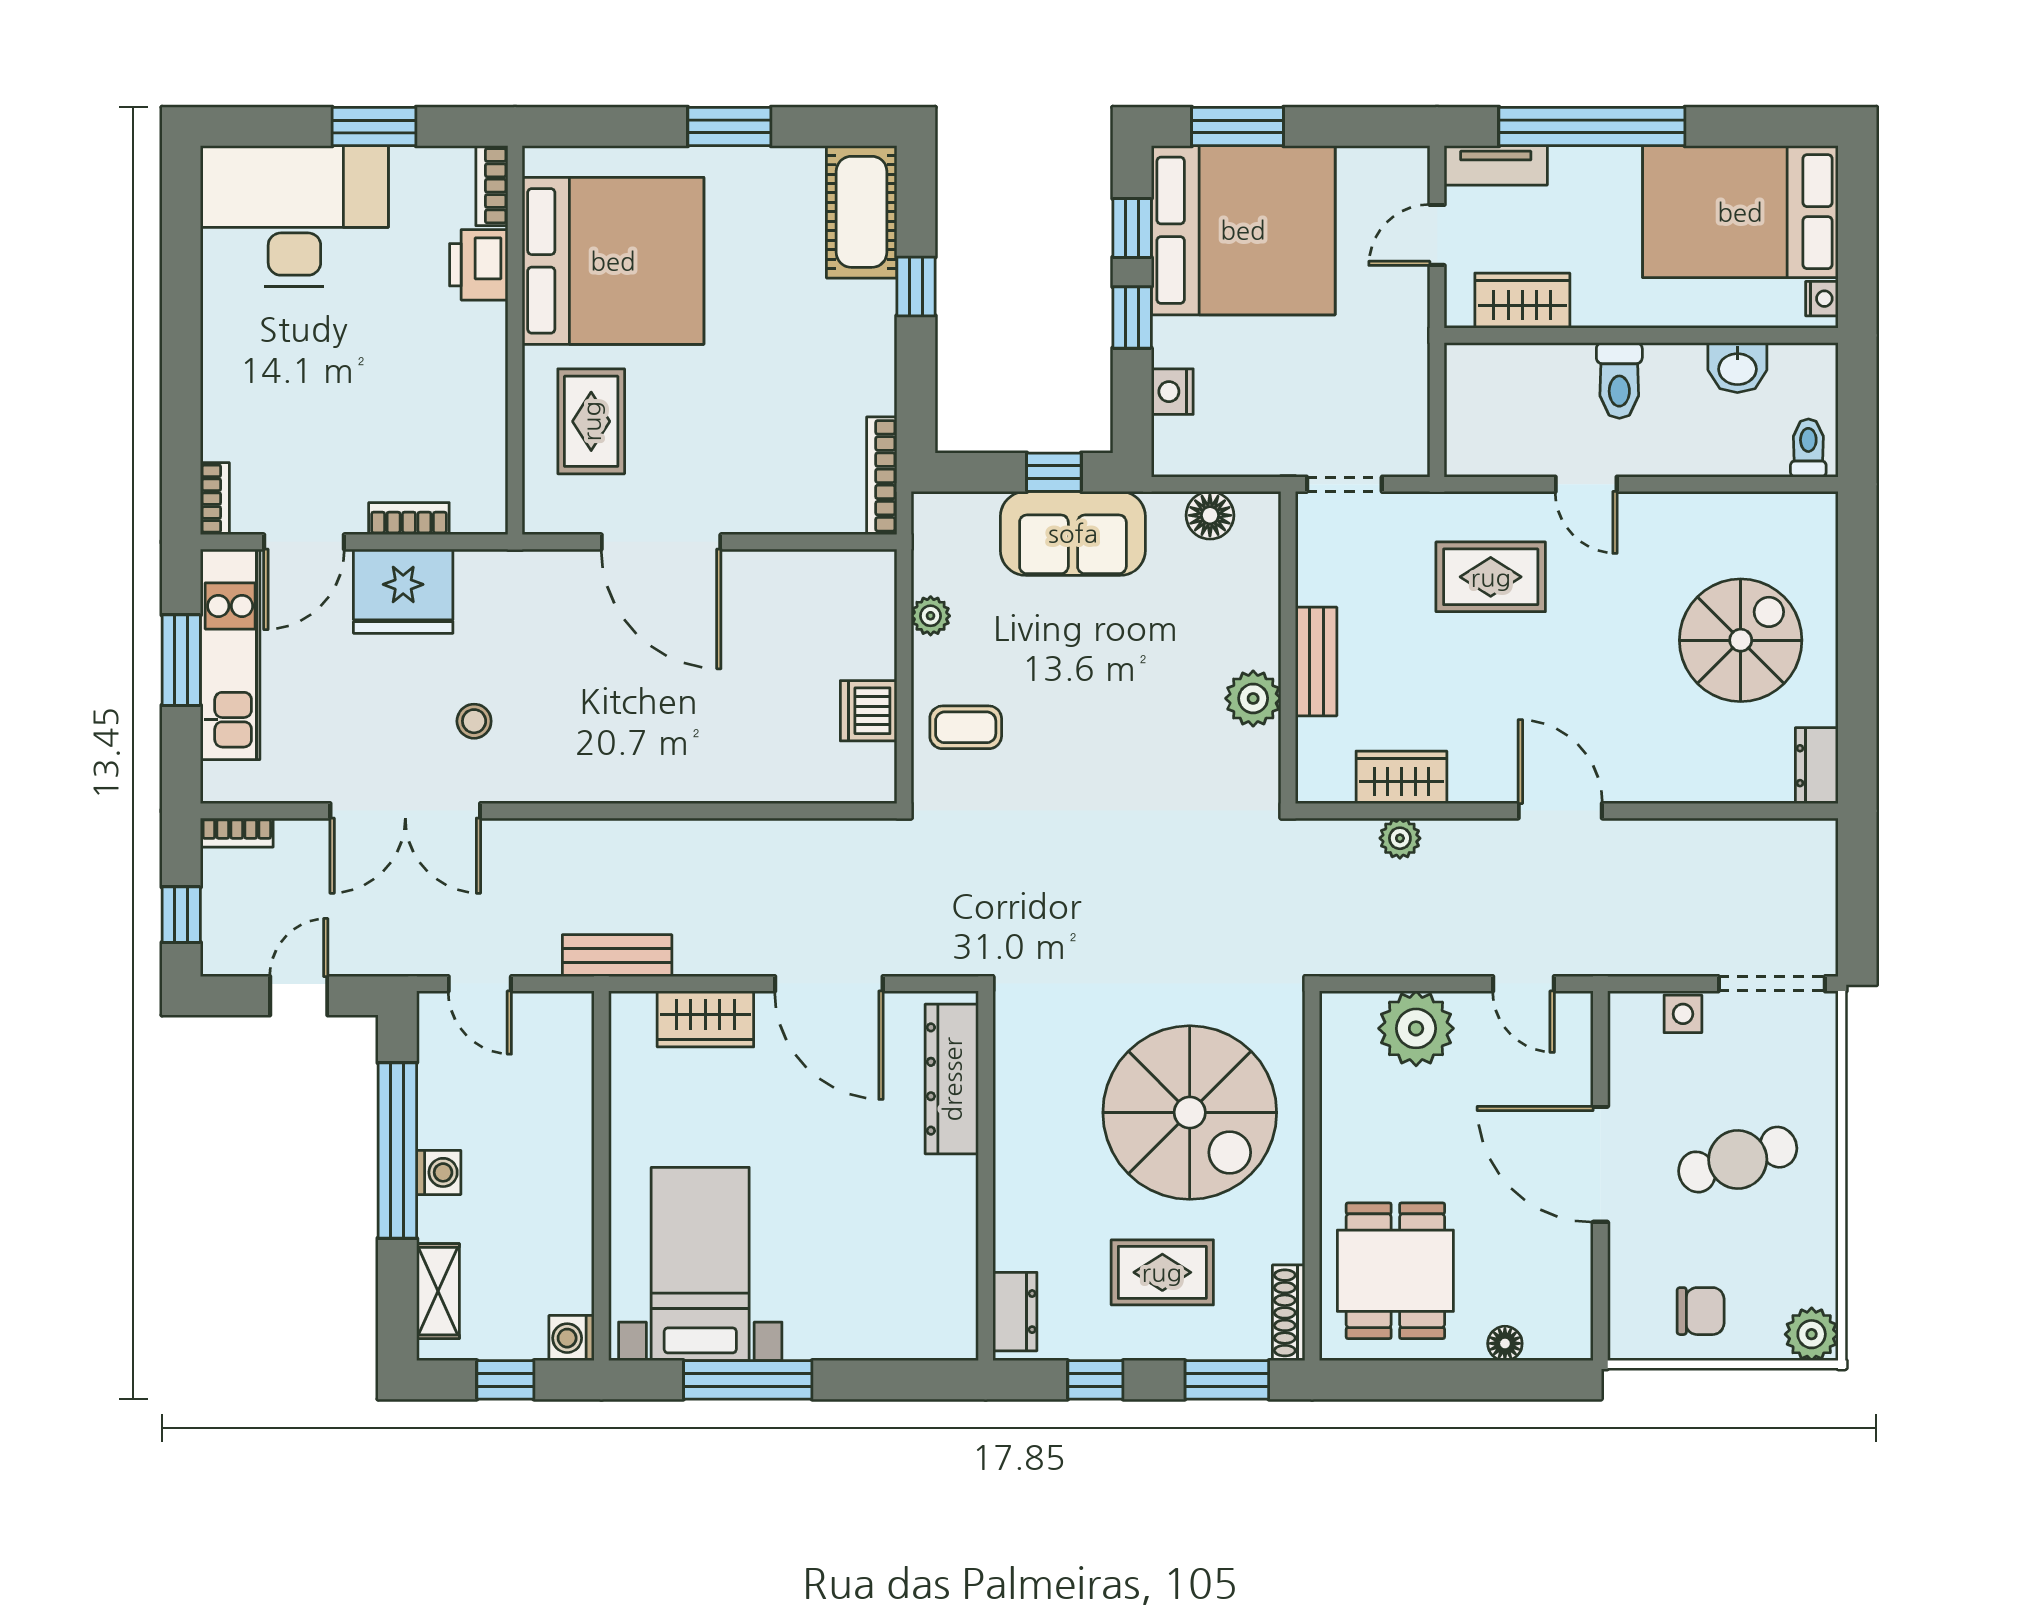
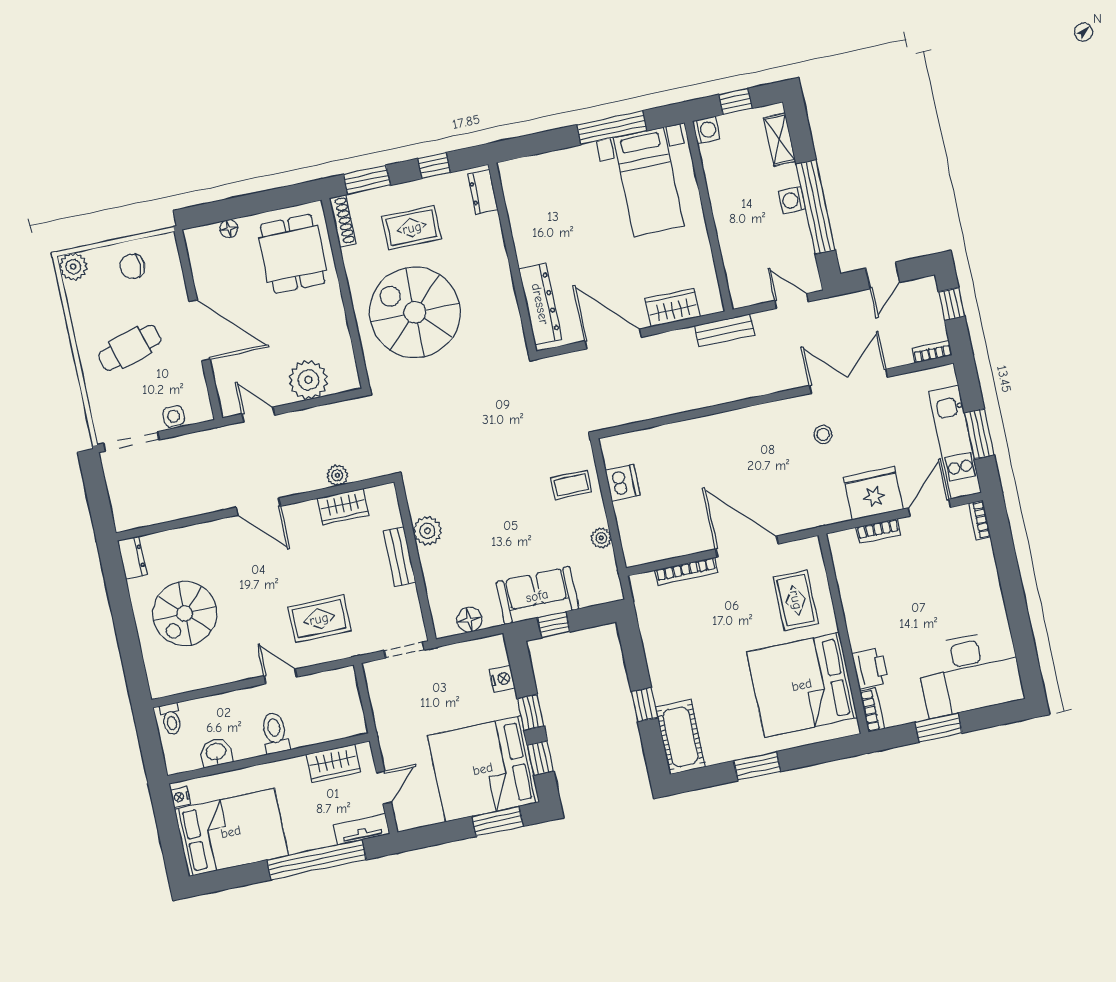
bookcase: (882, 476) -> (686, 571), moved, turned 90

